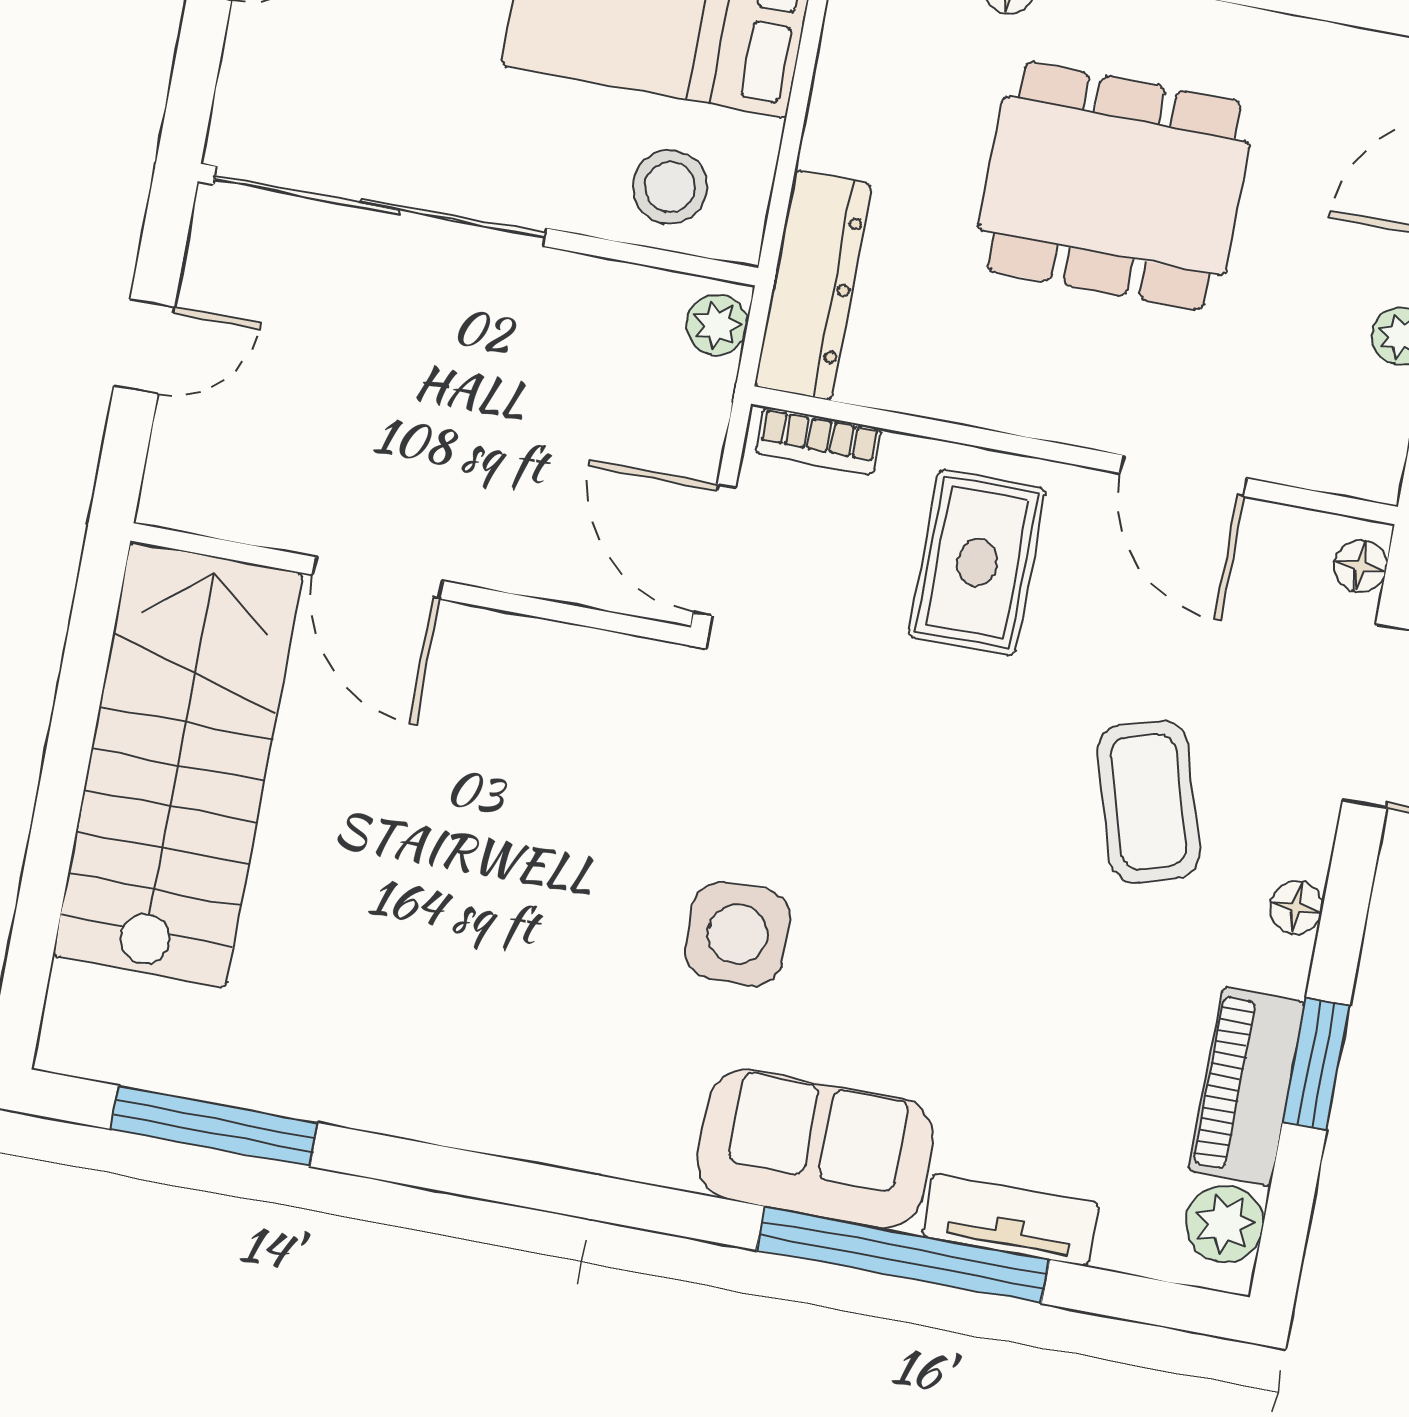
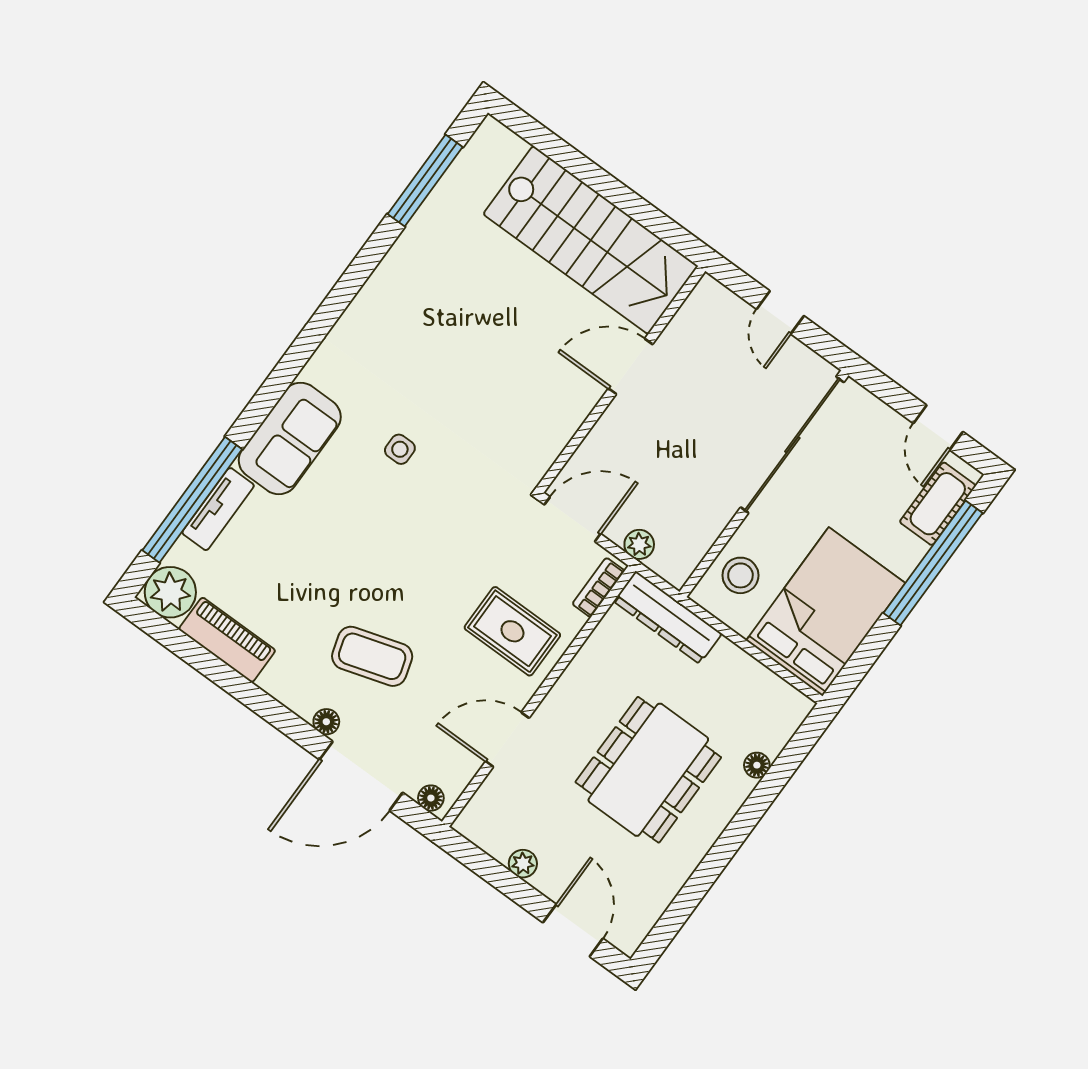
plant: (717, 325) -> (639, 544), moved
floor lamp: (1296, 908) -> (326, 722), moved
side table: (738, 934) -> (400, 449), width x0.54, depth x0.54
window: (1316, 1064) -> (222, 675), removed
plant: (1225, 1224) -> (170, 592), width x1.36, depth x1.36
window: (903, 1255) -> (192, 500), moved

